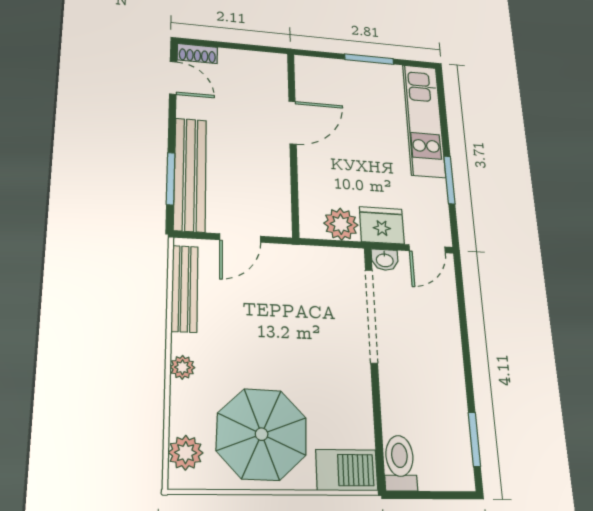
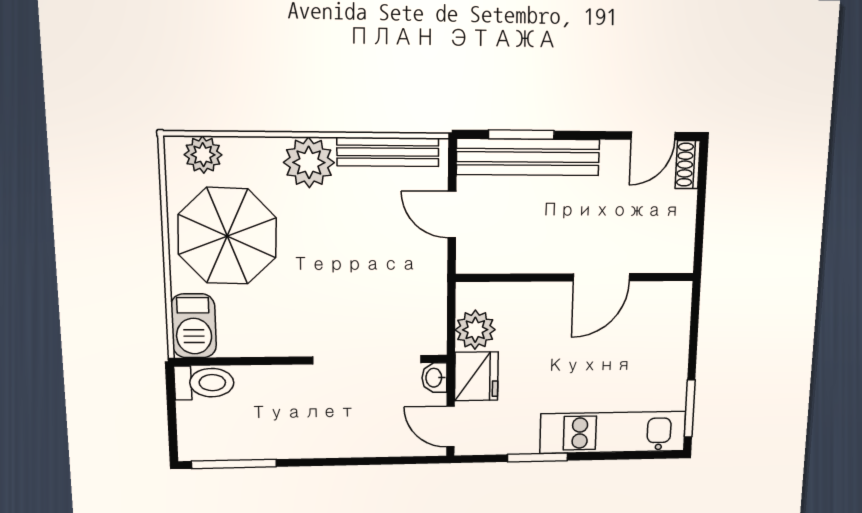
window: (369, 59) -> (690, 408), moved
door: (293, 123) -> (601, 277), hinge flipped
plant: (182, 367) -> (309, 162), width x1.88, depth x1.88
window: (474, 439) -> (234, 464), width x1.44

